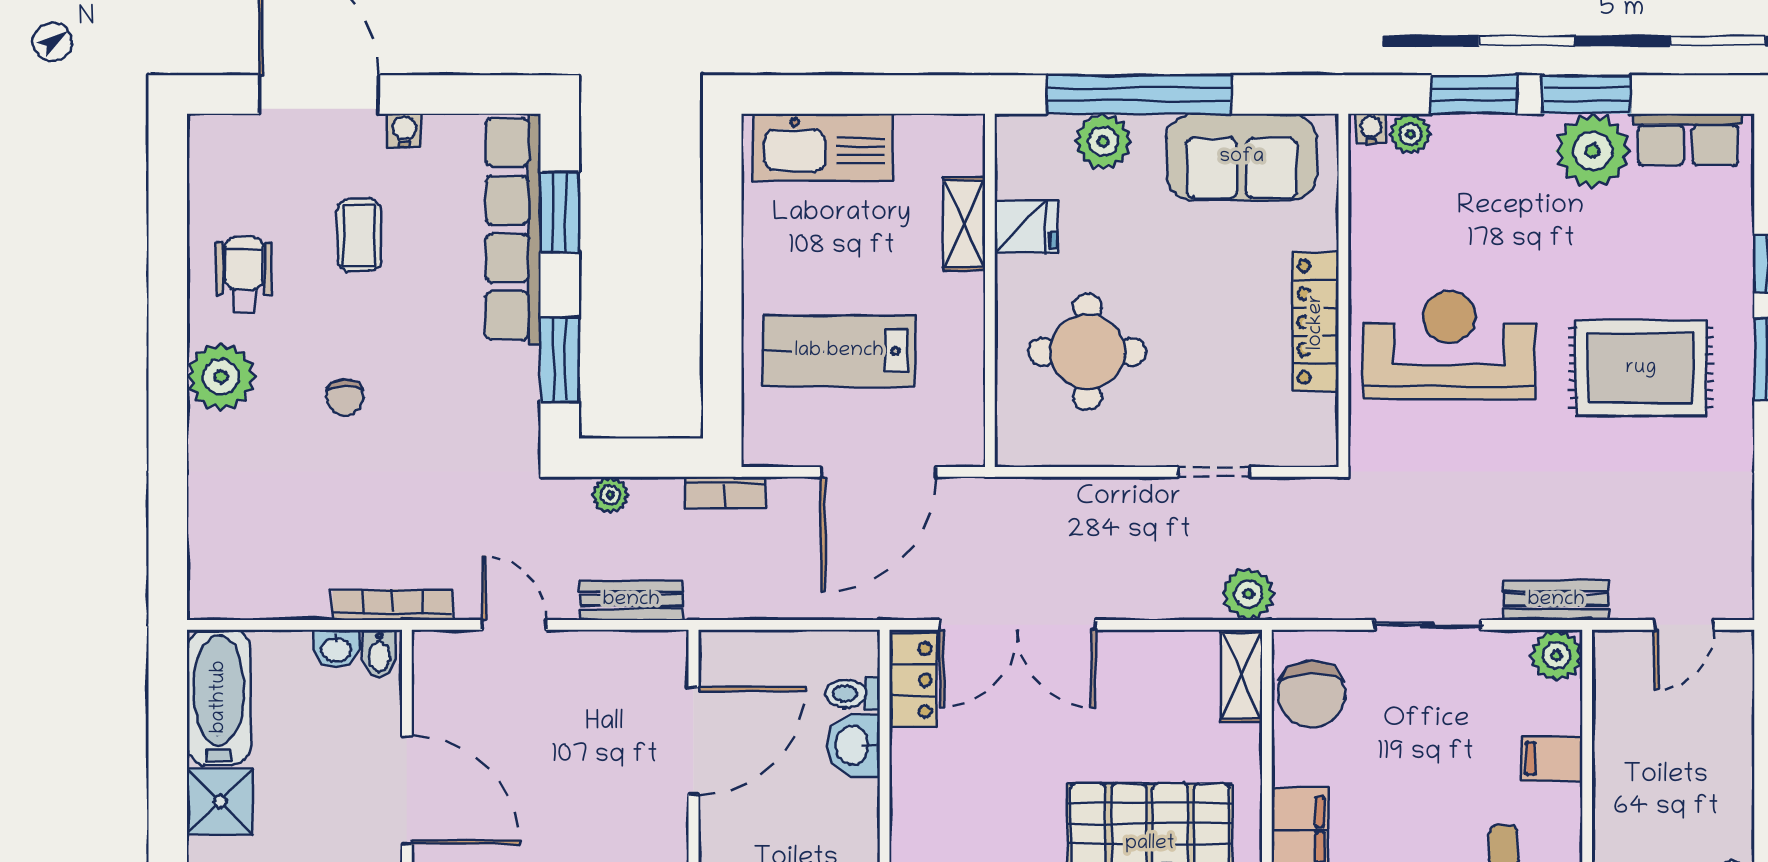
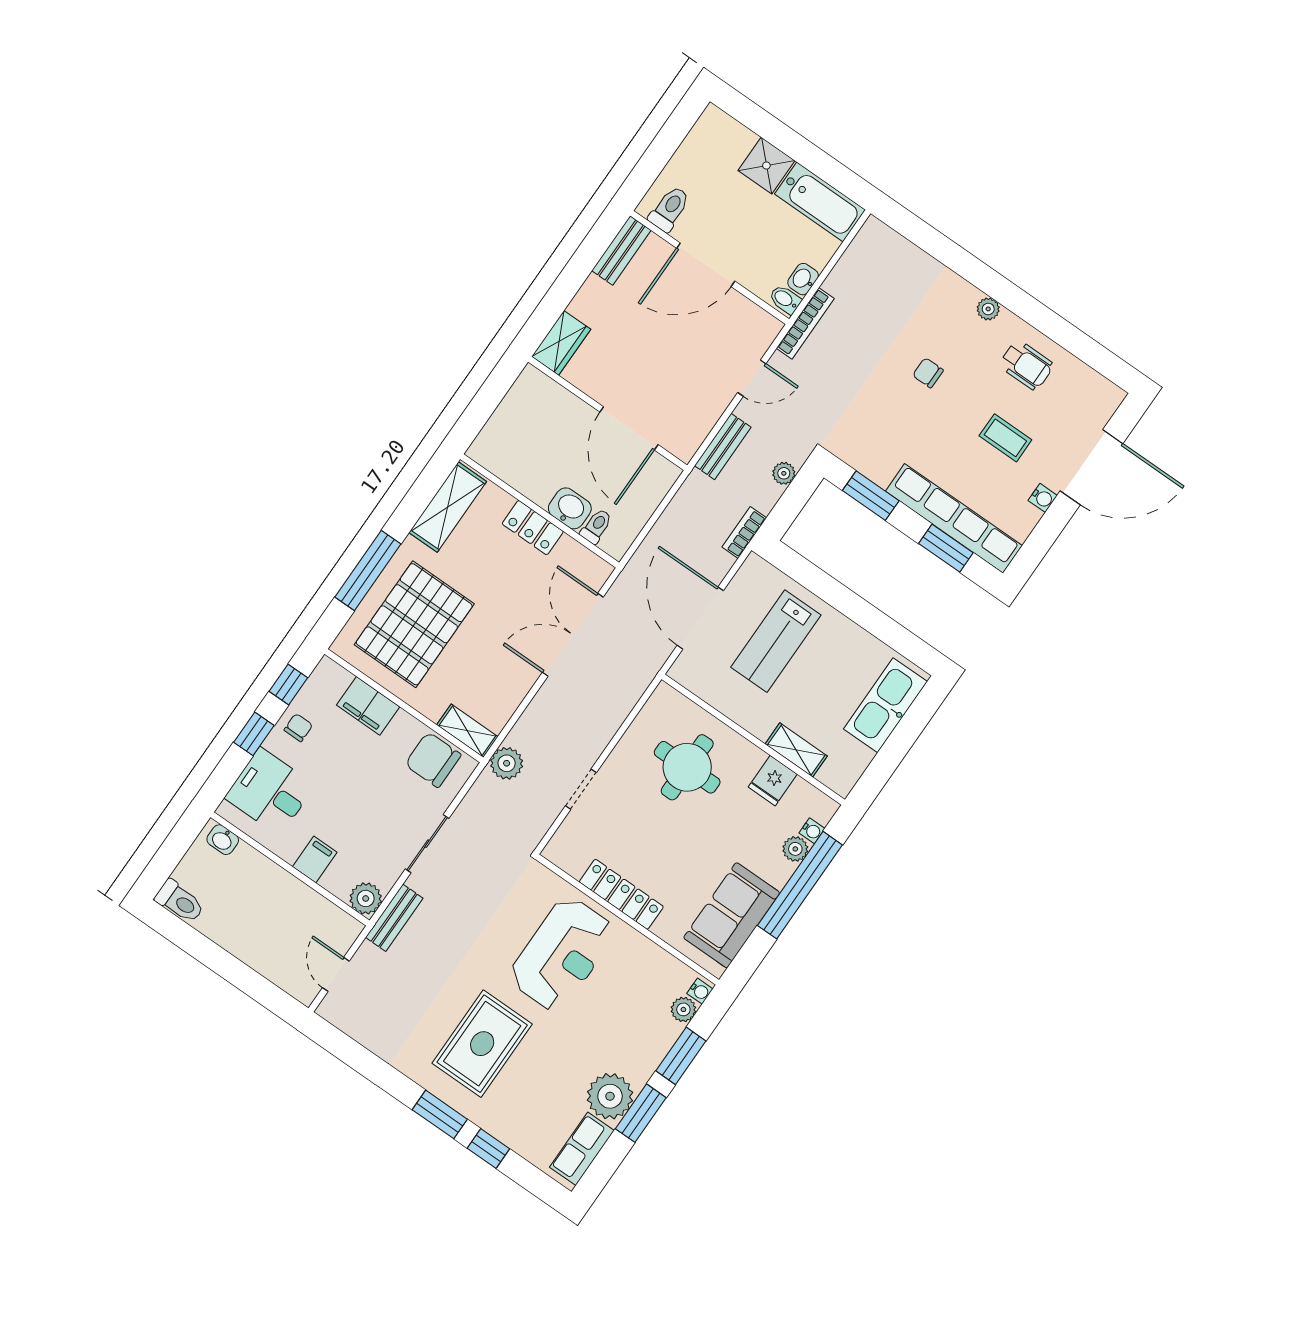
water cooler: (1056, 129) -> (812, 831), added
plant: (1103, 142) -> (795, 849), width x0.73, depth x0.73
lab bench: (839, 351) -> (776, 641), turned 180
plant: (221, 377) -> (988, 309), width x0.53, depth x0.53
locker: (913, 680) -> (533, 528), moved

